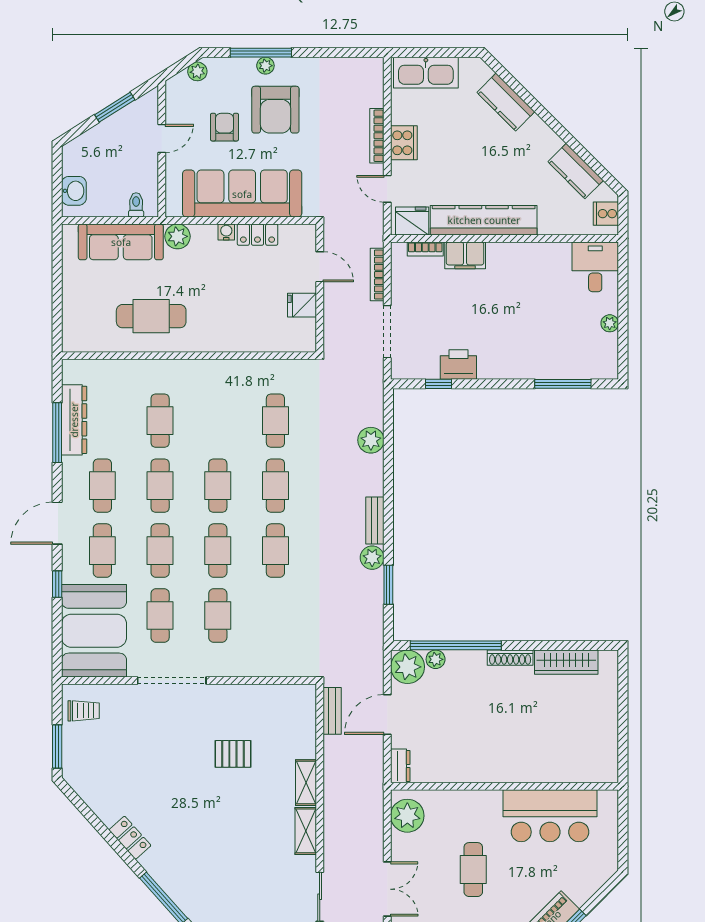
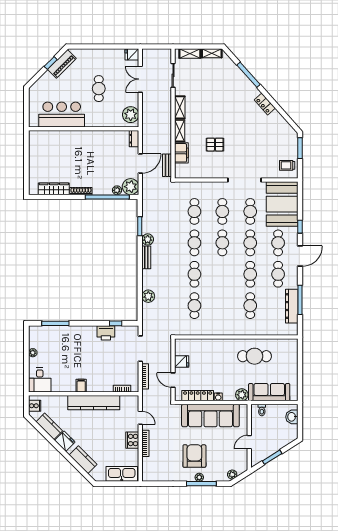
armchair: (225, 127) -> (219, 448), removed
fridge: (412, 221) -> (65, 441), moved, turned -135
locker: (257, 235) -> (198, 396), width x1.53
filing cabinet: (465, 255) -> (81, 386), moved, width x0.50
cafe table: (218, 486) -> (194, 211), moved
filing cabinet: (302, 737) -> (181, 153), added

